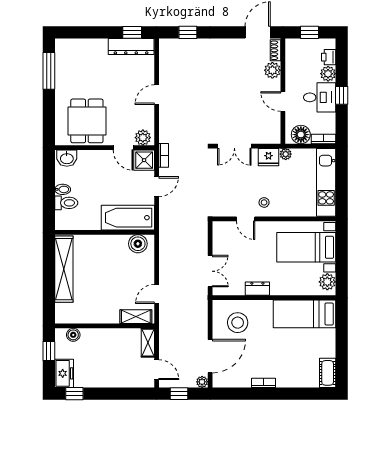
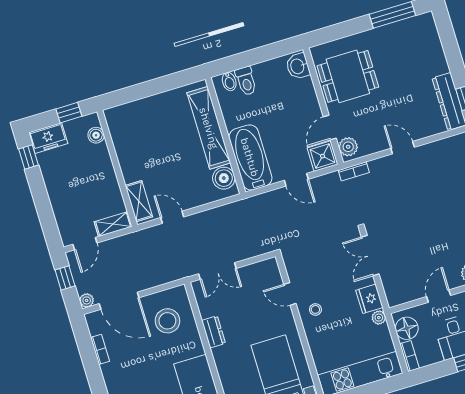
bookcase: (164, 155) -> (354, 171), moved
bidet: (63, 189) -> (229, 82), moved
door: (246, 219) -> (290, 294), hinge flipped
shelving: (64, 269) -> (209, 128), moved, turned 90
bookcase: (263, 383) -> (100, 349), moved

